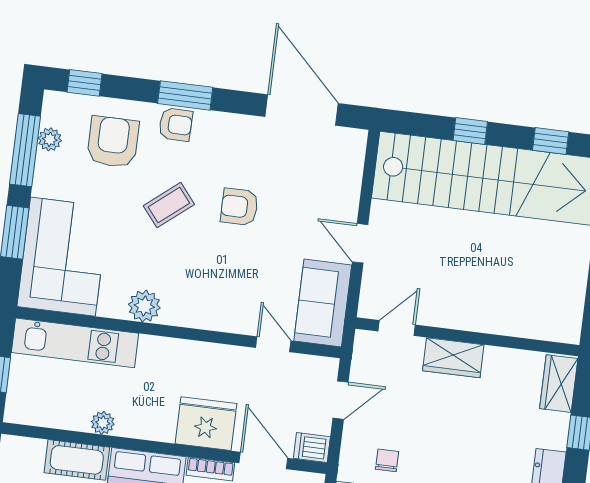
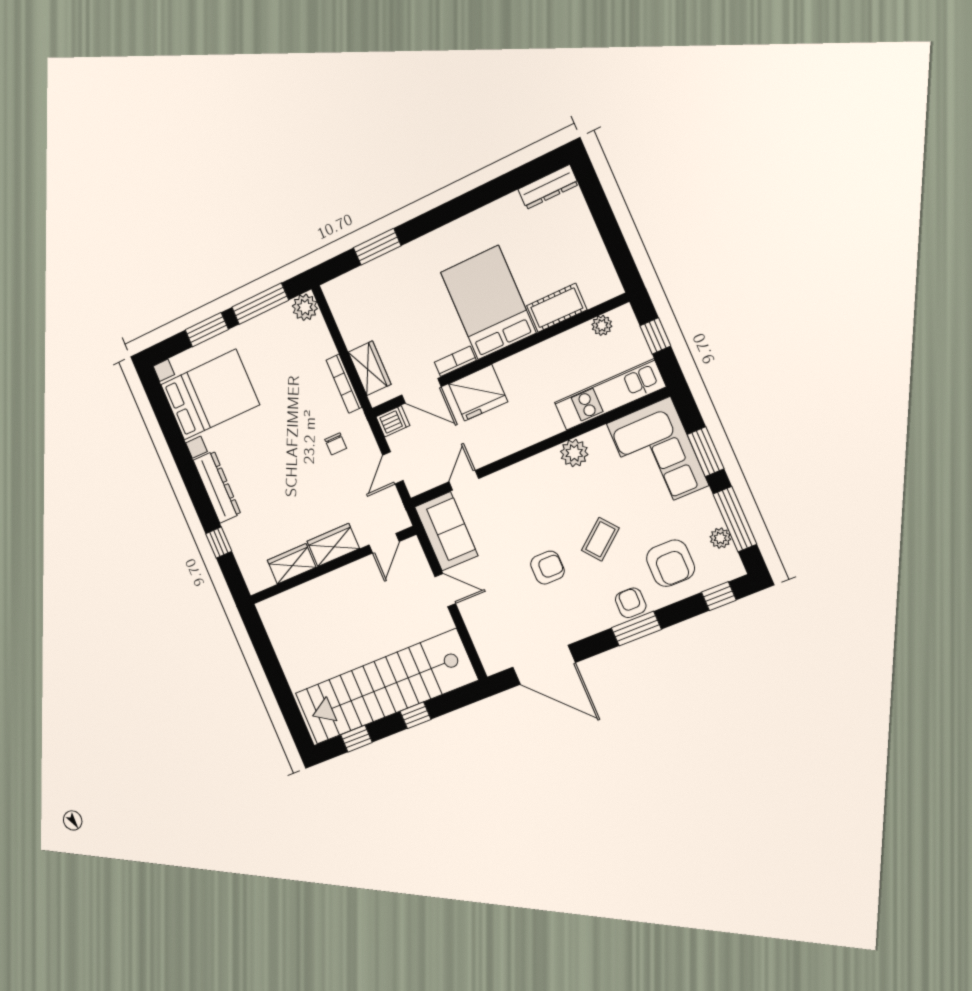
armchair: (176, 124) -> (631, 603), turned 89
door: (273, 344) -> (464, 480), swing flipped
wardrobe: (559, 384) -> (292, 564), moved, turned -90
plant: (103, 423) -> (602, 325), moved

